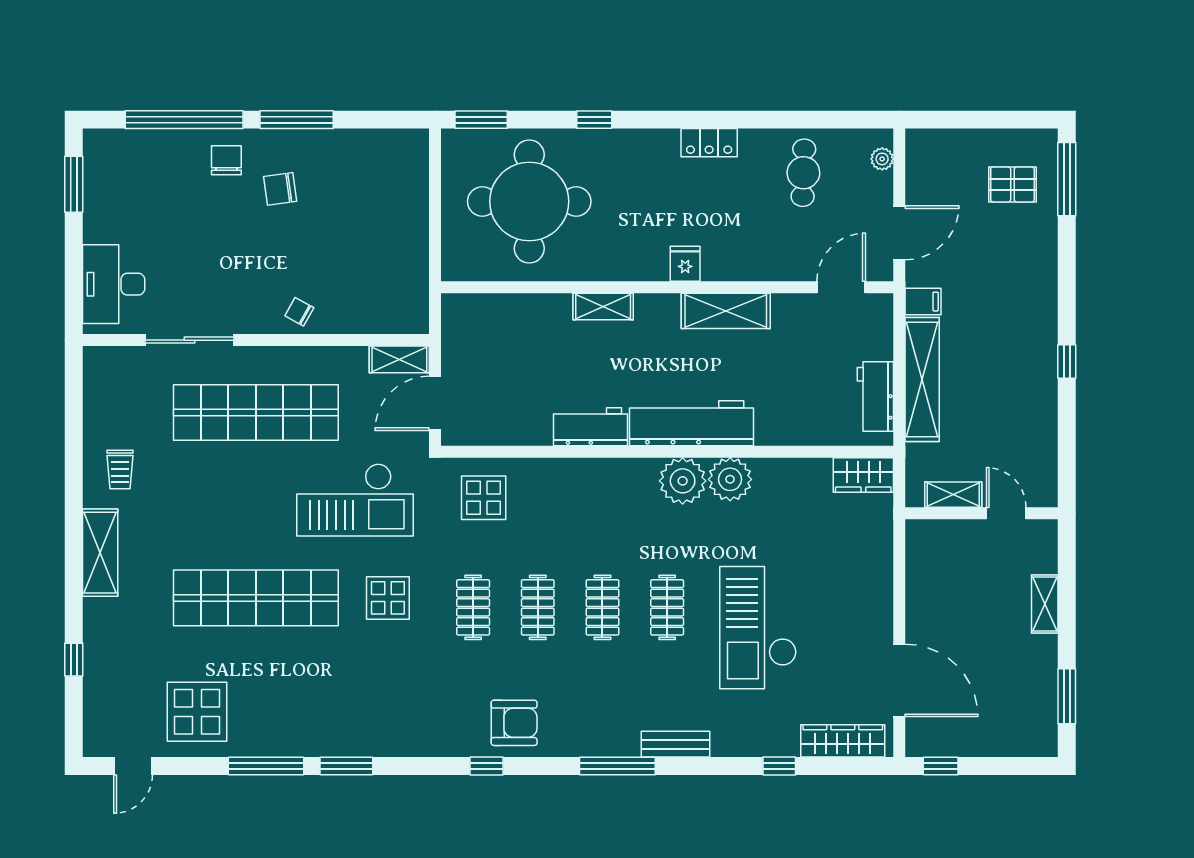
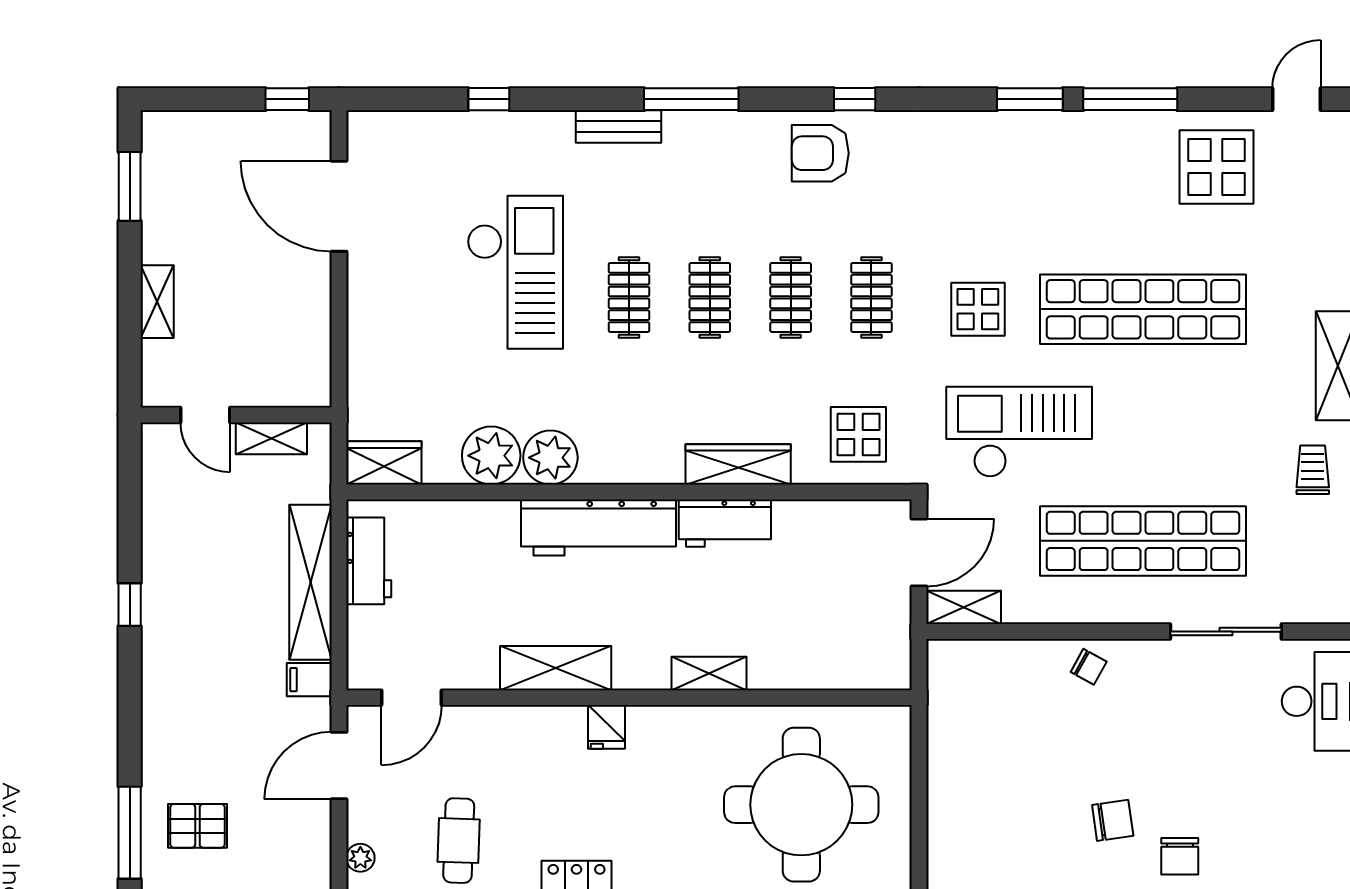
plant: (683, 481) -> (491, 456), moved
wardrobe: (843, 741) -> (738, 464), moved, turned 180

